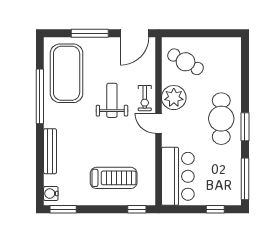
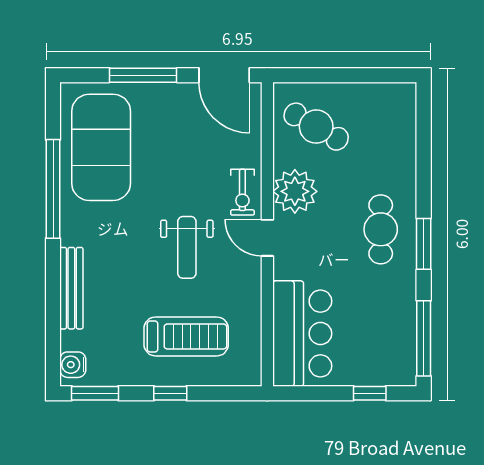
door: (135, 33) -> (224, 75), hinge flipped
weight bench: (112, 100) -> (187, 247), moved, turned 180
cafe table: (221, 119) -> (381, 229), width x0.73, depth x0.74
window: (137, 209) -> (170, 393), moved

